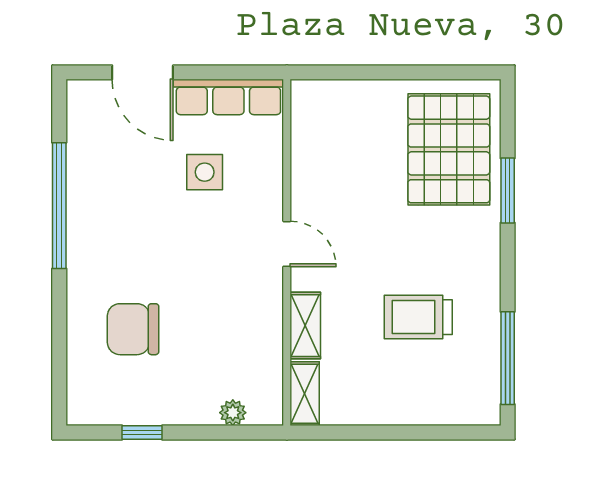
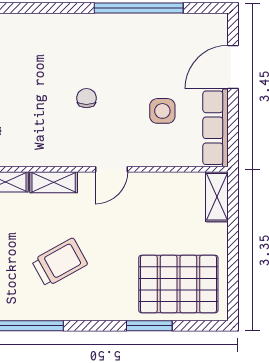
shelving: (326, 95) -> (217, 197), added
trolley: (418, 317) -> (60, 262), turned 61
chair: (133, 329) -> (86, 98), moved, width x0.54, depth x0.54

